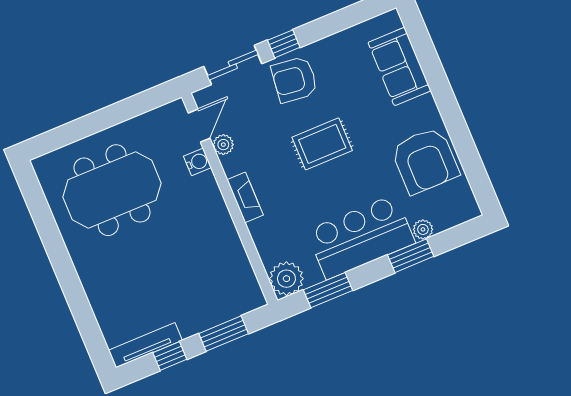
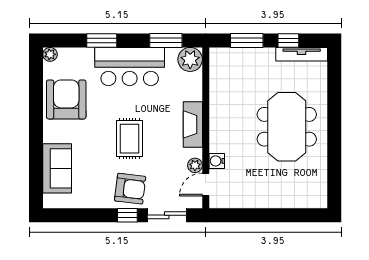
rug: (322, 144) -> (129, 139), turned 90
meeting table: (112, 190) -> (287, 127), moved, turned 90
fireplace: (245, 197) -> (193, 124), width x1.37, depth x1.32
plant: (423, 229) -> (50, 54), moved

